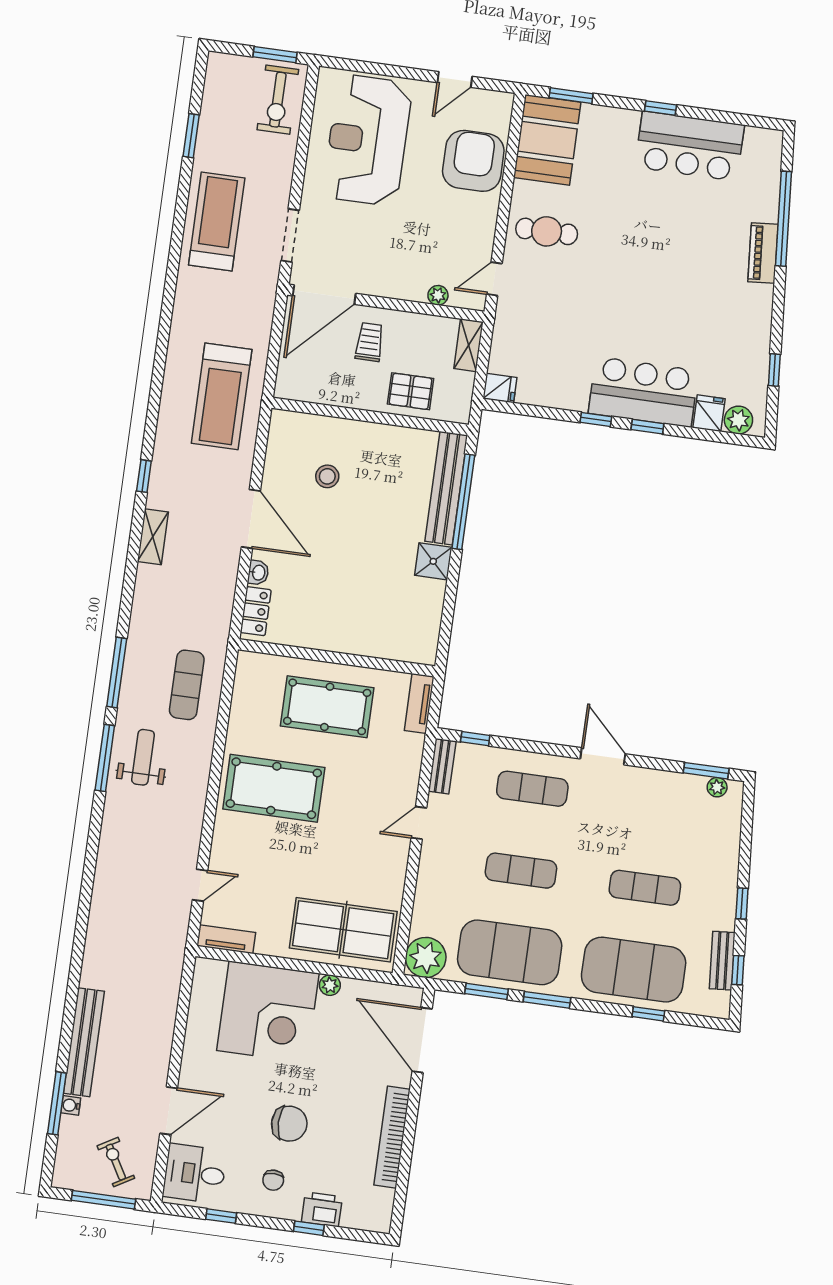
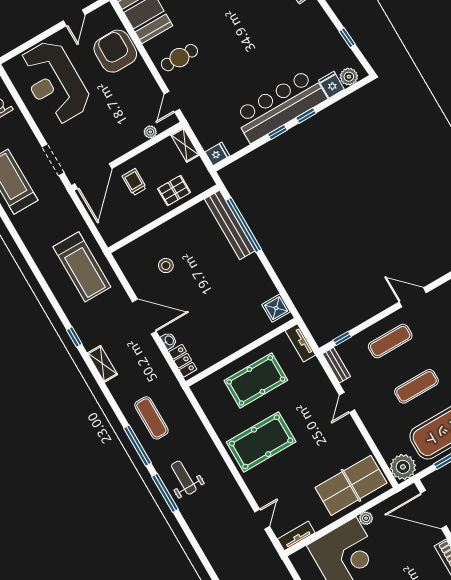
bar counter: (643, 392) -> (280, 106), width x1.36
shower: (433, 561) -> (276, 308), moved
exercise mat: (187, 685) -> (151, 418), moved

